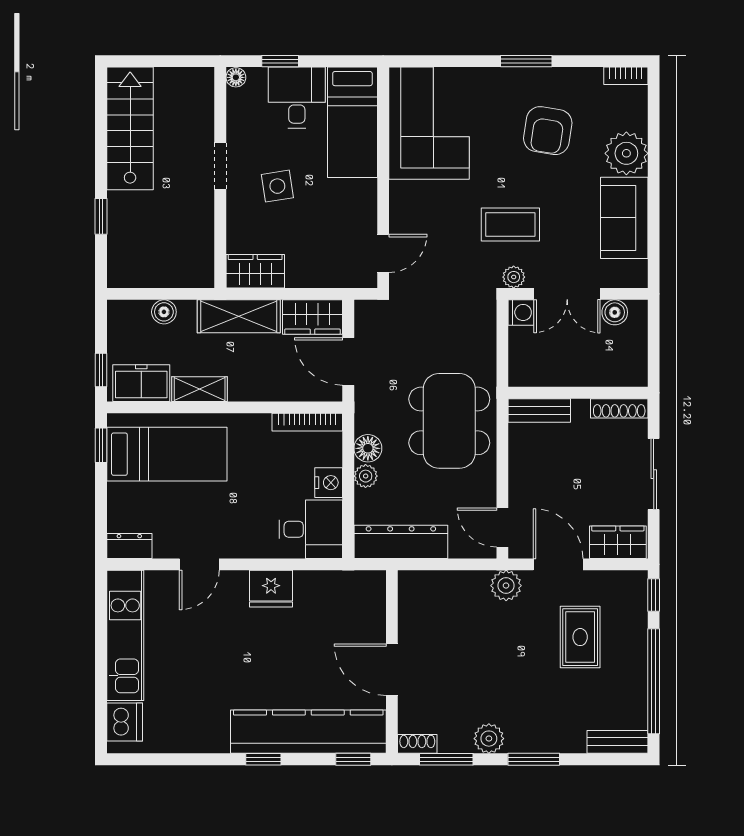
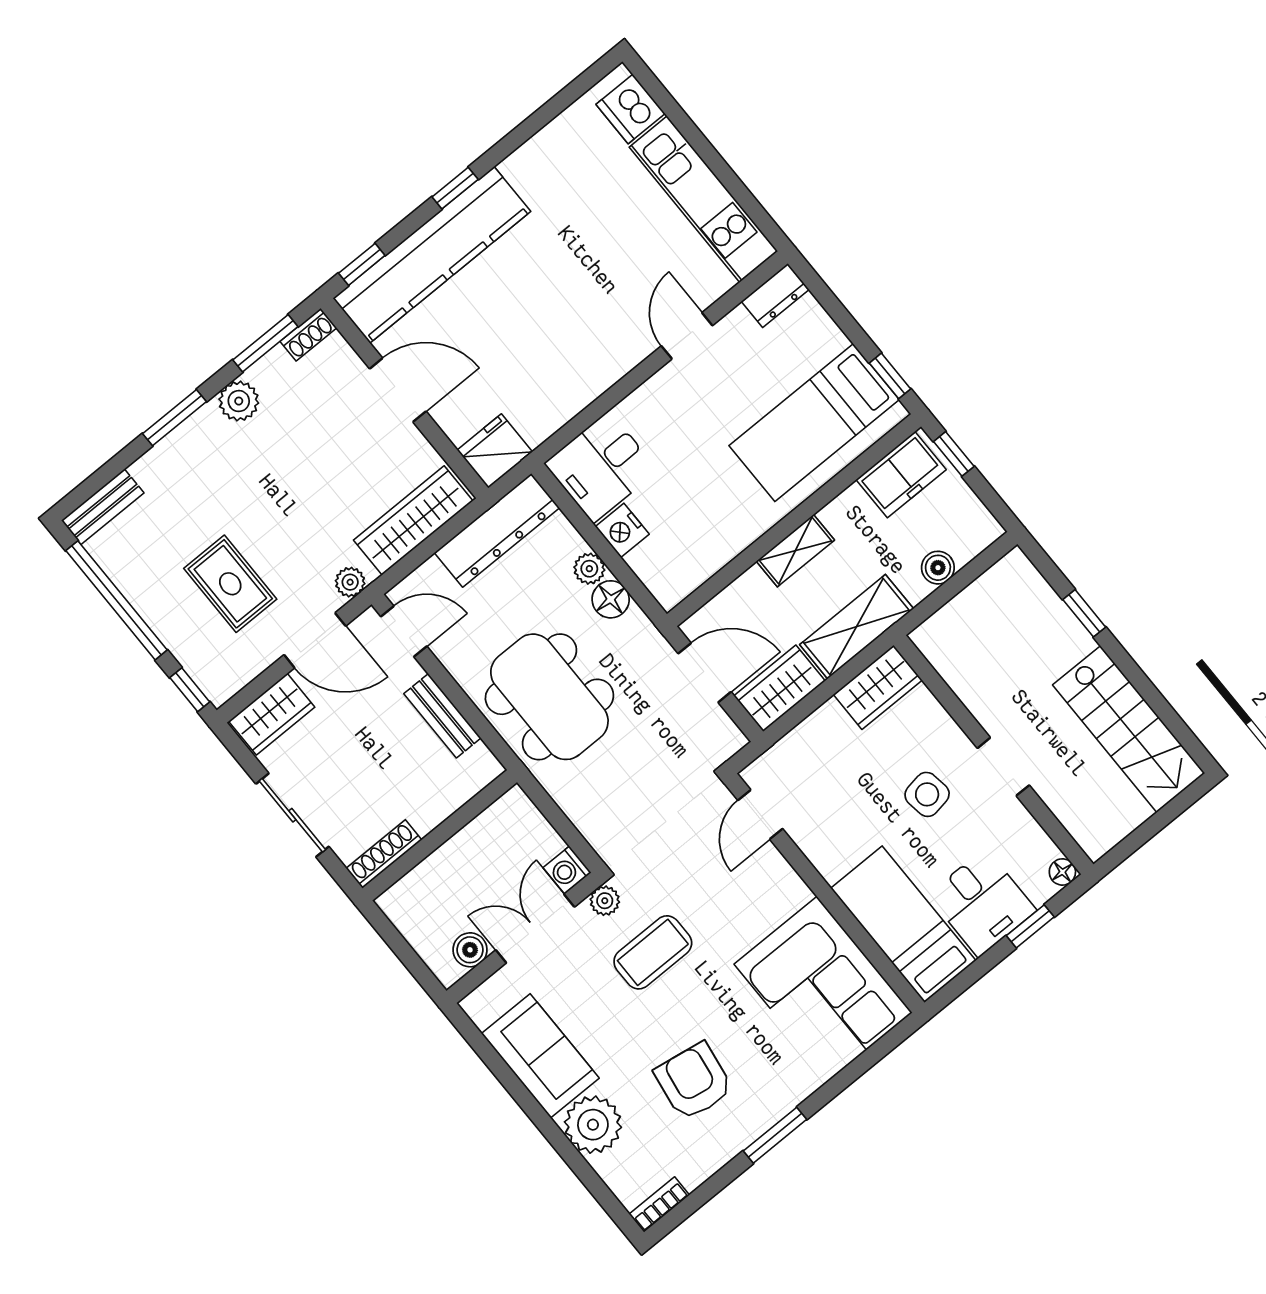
shelving: (200, 389) -> (795, 551), moved
bench: (539, 410) -> (442, 716), moved, turned 90
bookcase: (307, 422) -> (696, 575), removed
plant: (506, 586) -> (350, 582), width x0.73, depth x0.73
wardrobe: (445, 587) -> (413, 520), added
fridge: (271, 589) -> (495, 451), moved

